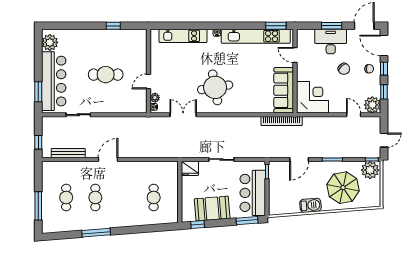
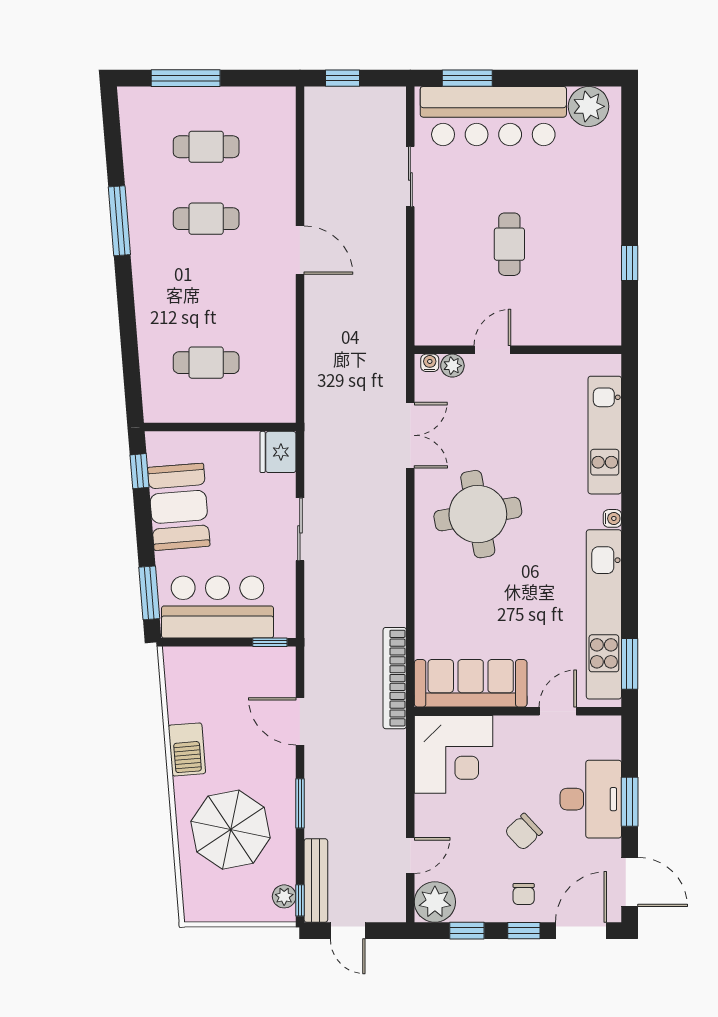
cafe table: (106, 75) -> (509, 244), width x0.73, depth x0.74
door: (148, 81) -> (492, 350), hinge flipped
bench: (68, 153) -> (316, 880), moved
plant: (370, 170) -> (284, 896), width x0.53, depth x0.53

